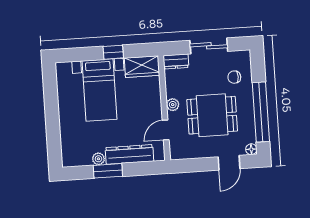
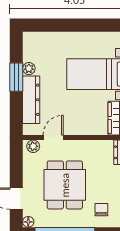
plant: (173, 105) -> (33, 146), moved
door: (166, 130) -> (53, 138), hinge flipped

